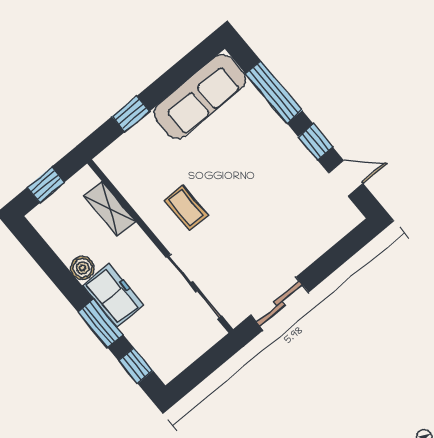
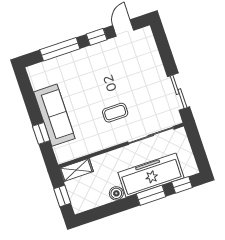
sofa: (200, 96) -> (54, 115), moved
coffee table: (186, 208) -> (115, 113), moved
shelving: (110, 209) -> (76, 170), moved
freezer: (113, 295) -> (151, 175), width x1.91, depth x1.26

